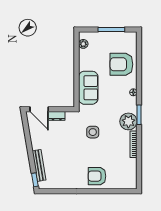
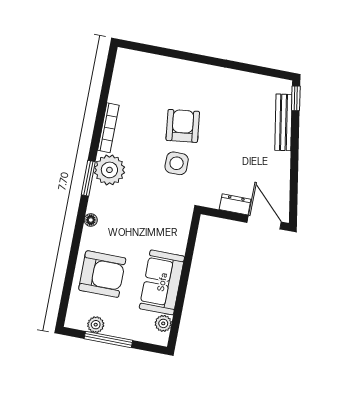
plant: (120, 36) -> (96, 325), added
sofa: (88, 88) -> (162, 282), moved
armchair: (97, 176) -> (183, 126), moved, turned -97

